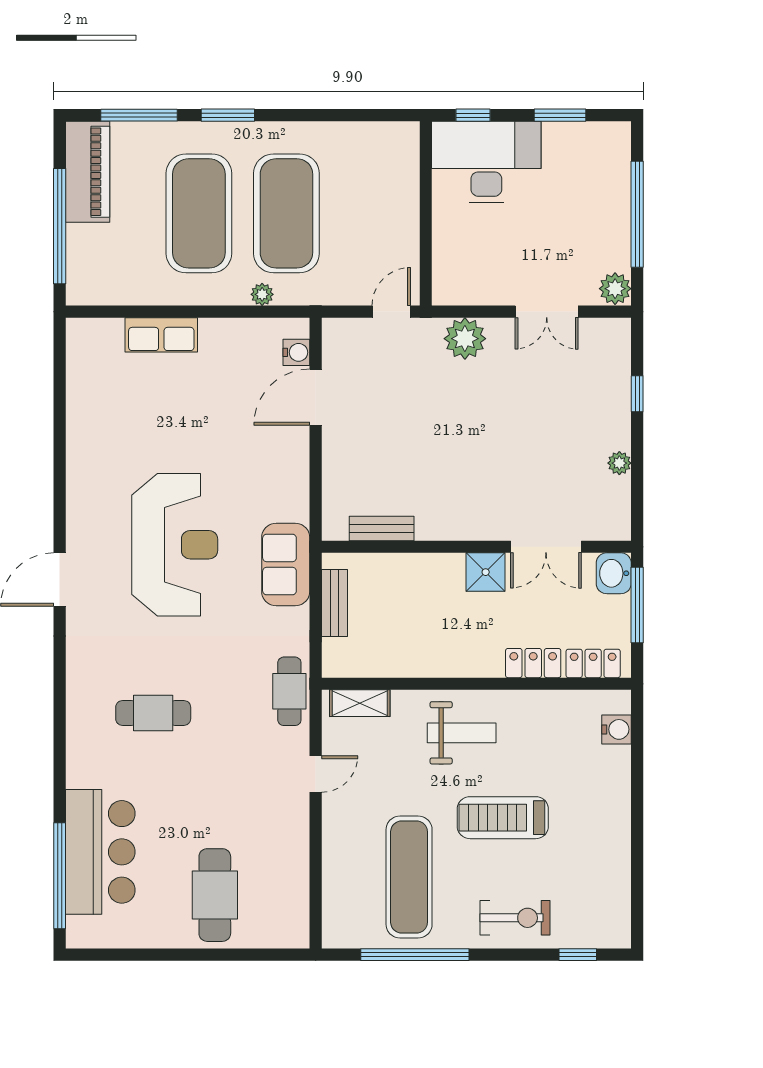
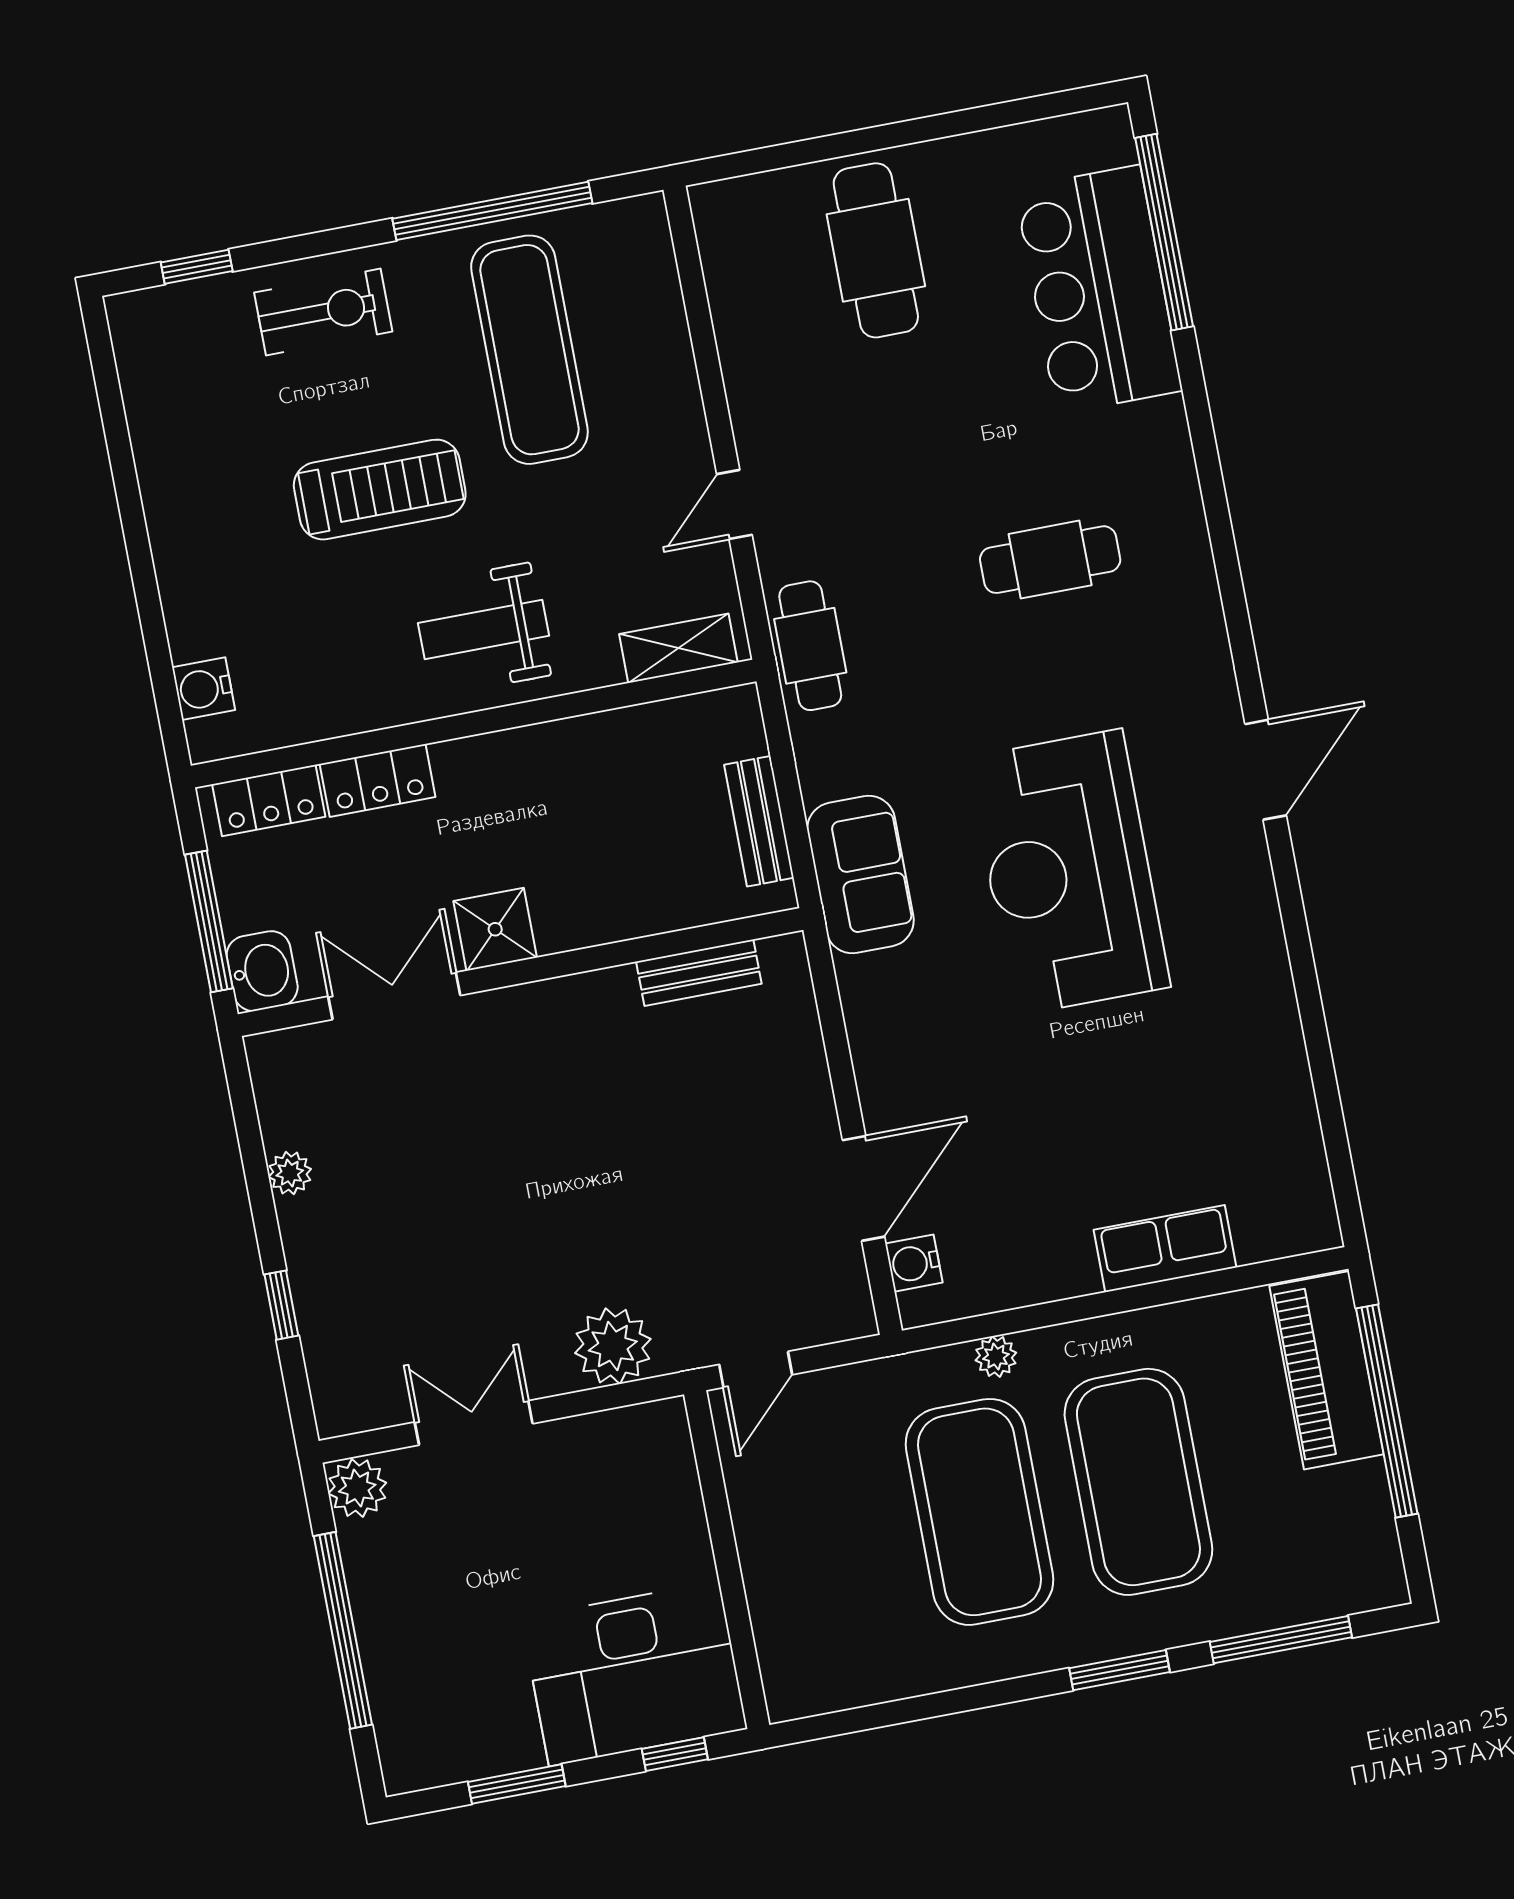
piano: (88, 172) -> (1327, 1370), moved
exercise bike: (515, 918) -> (323, 312), turned 180

